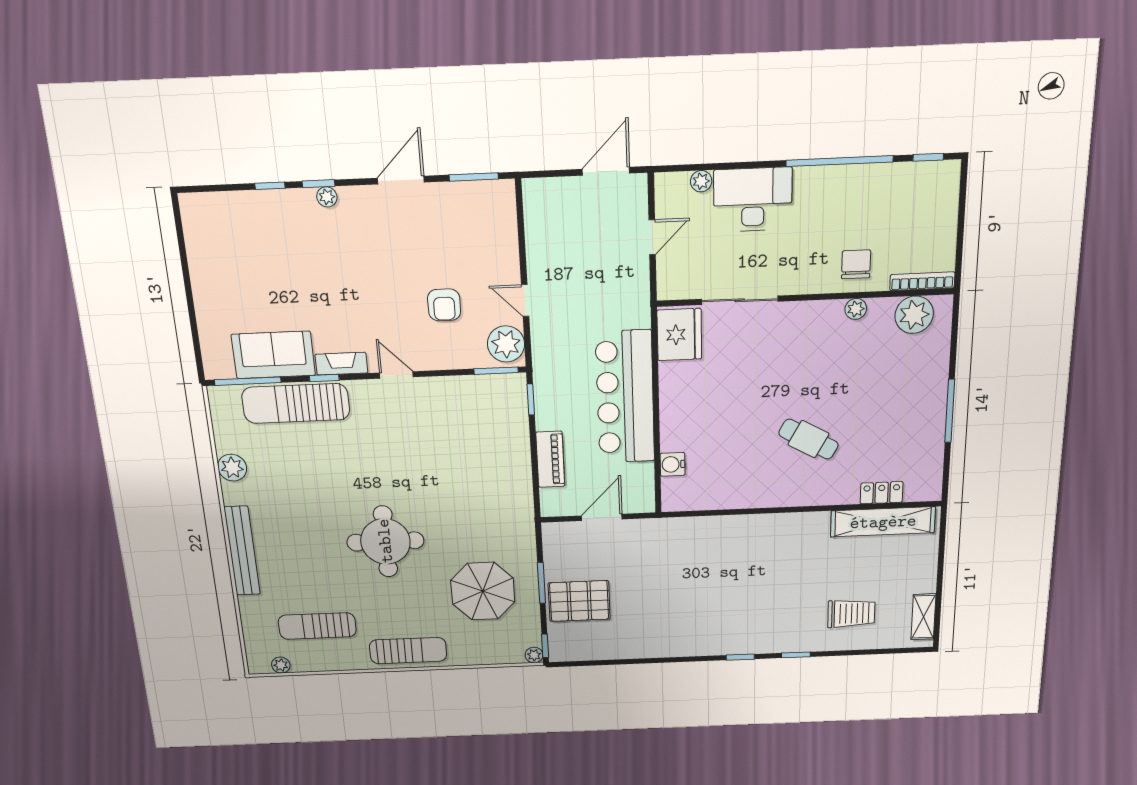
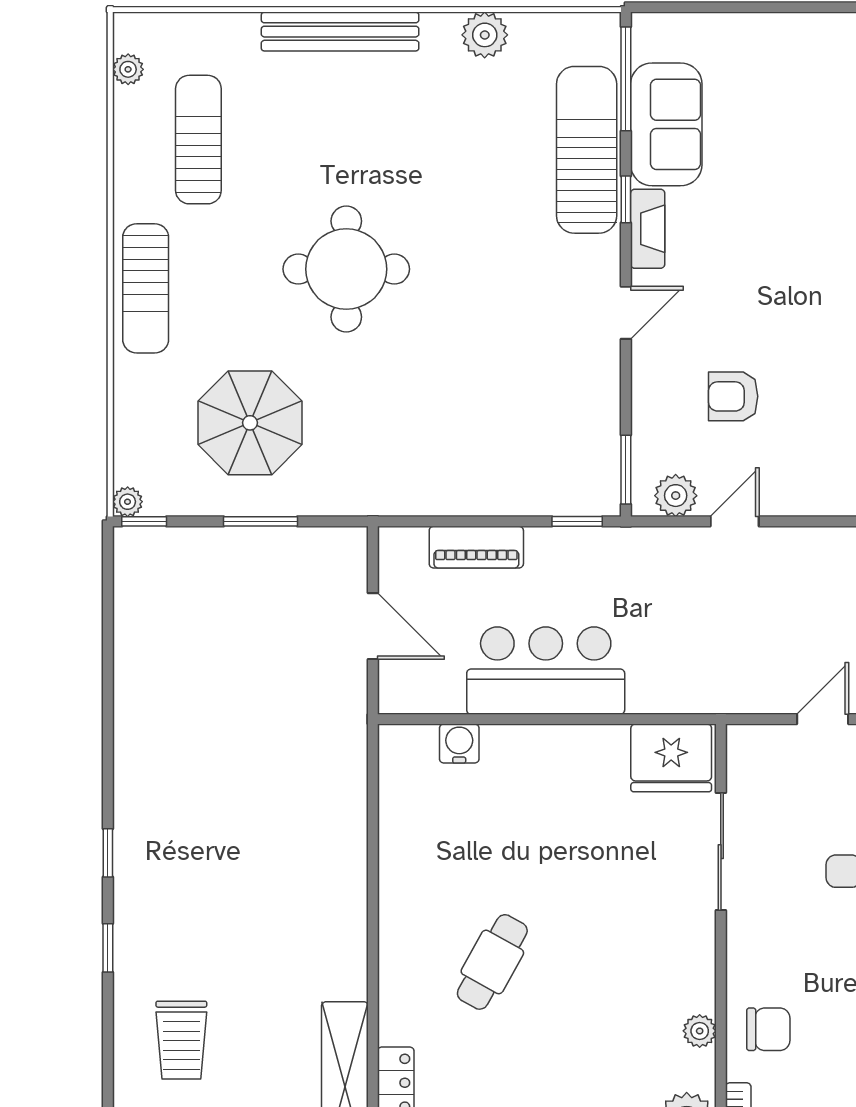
door: (652, 237) -> (823, 719), swing flipped
plant: (506, 344) -> (676, 496), width x0.73, depth x0.73
bar counter: (625, 397) -> (546, 671), width x0.73
pallet: (579, 601) -> (225, 583), removed

